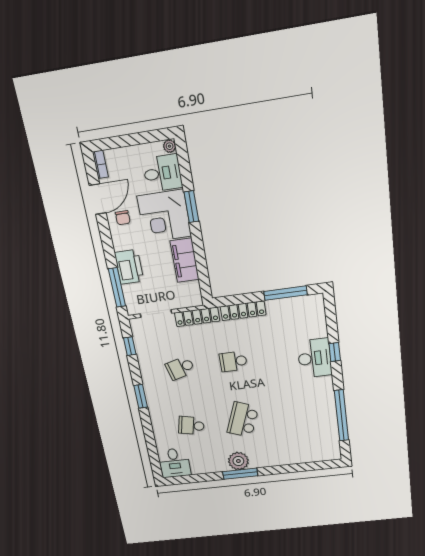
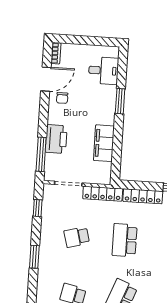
plant: (170, 146) -> (114, 52), removed
corner desk: (164, 216) -> (96, 104), removed
school desk: (233, 361) -> (125, 240), width x1.85

